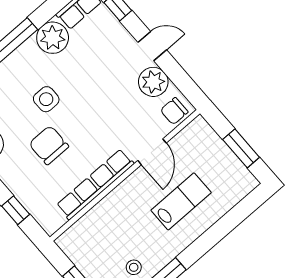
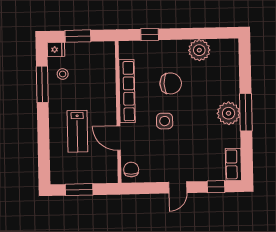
plant: (53, 38) -> (229, 113), moved
plant: (153, 82) -> (157, 171), removed
side table: (46, 99) -> (165, 121), moved

